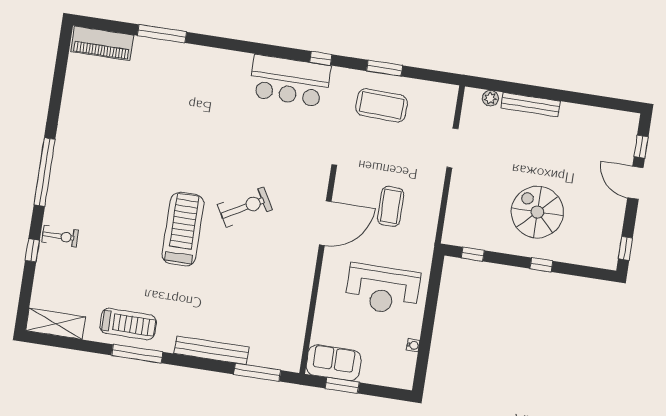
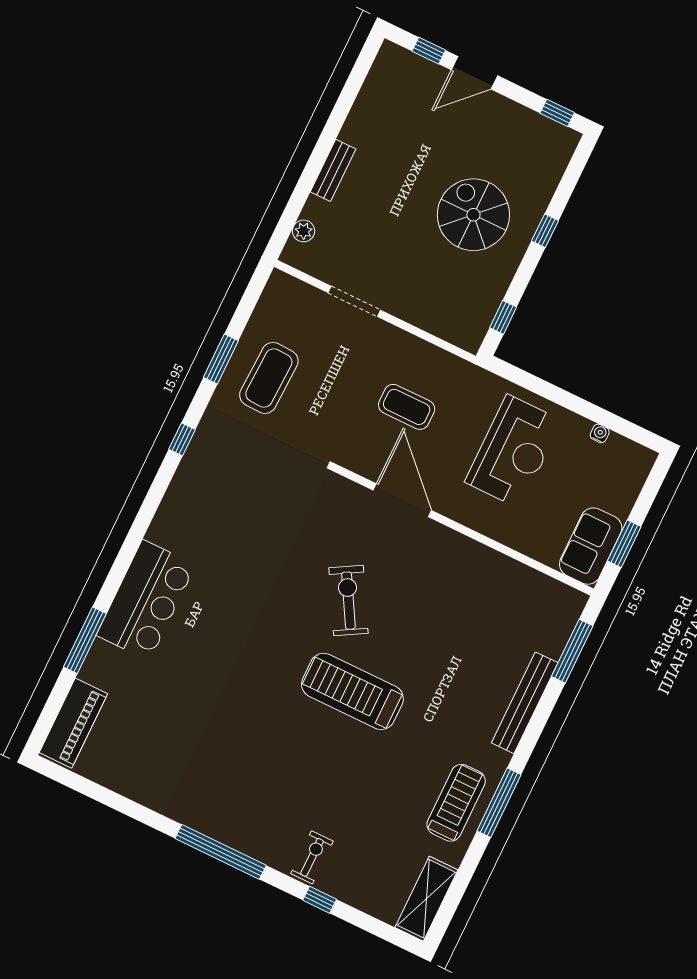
bar counter: (290, 81) -> (146, 600), moved
bench: (531, 105) -> (333, 170), width x0.73
spiral stairs: (537, 212) -> (473, 215), turned 90

